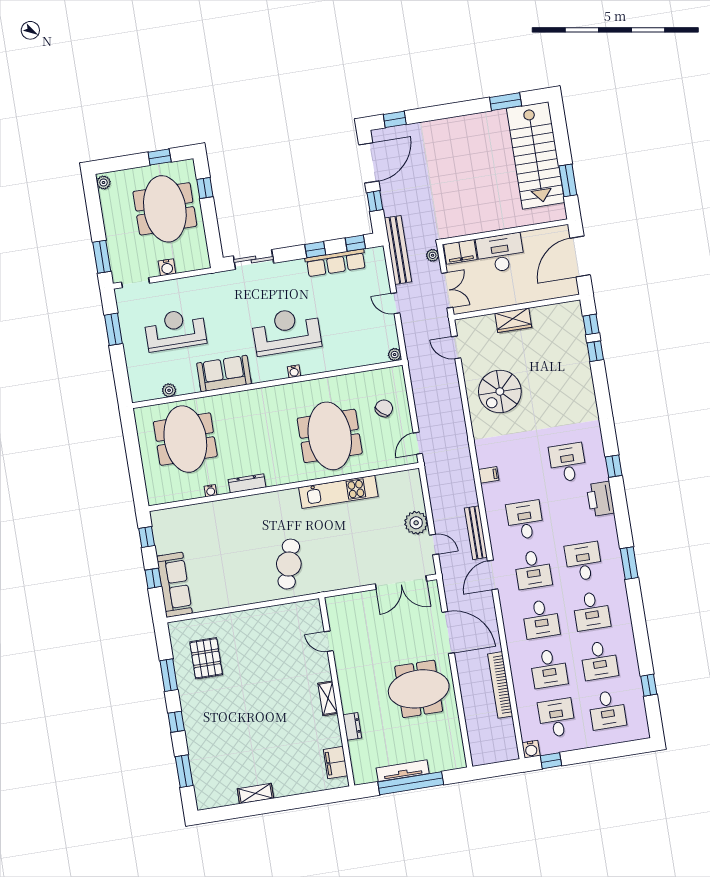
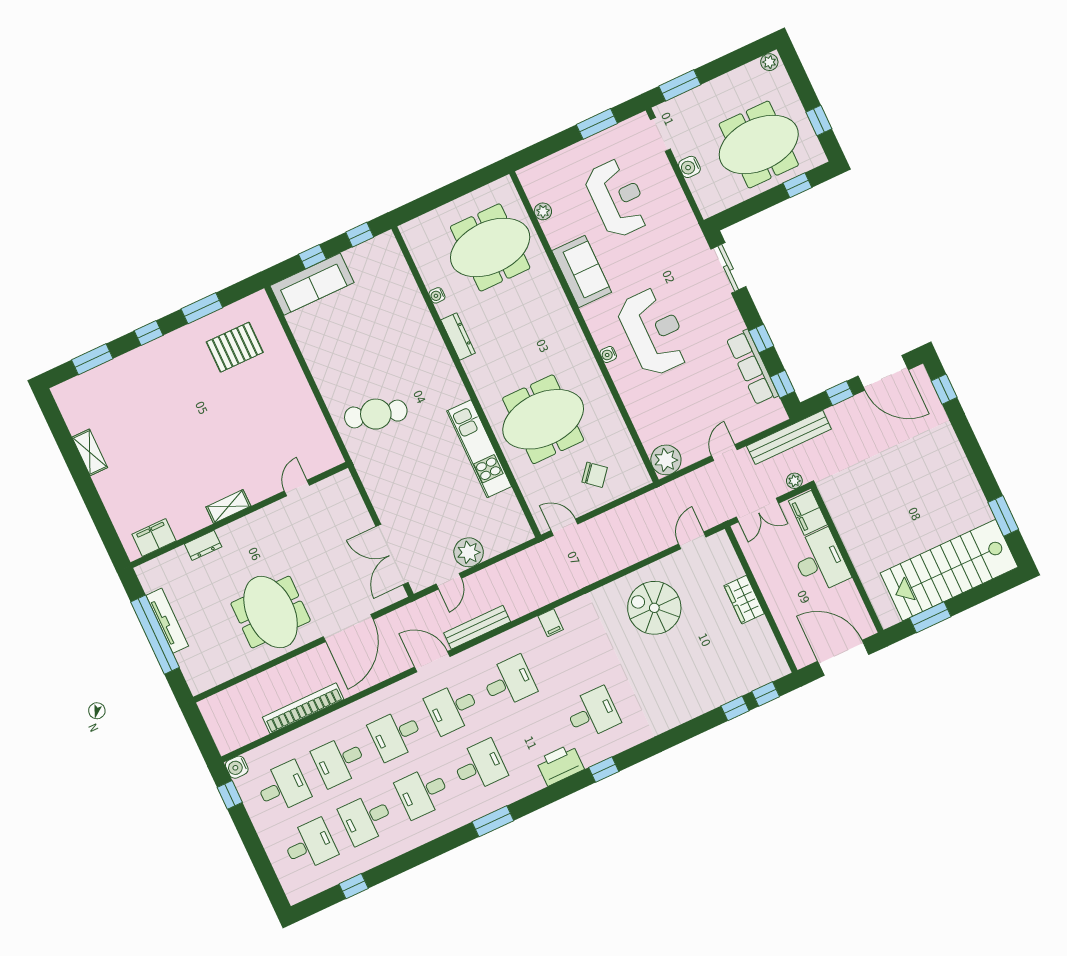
plant: (395, 355) -> (666, 460), width x1.88, depth x1.88
desk: (607, 710) -> (310, 845), turned 180

